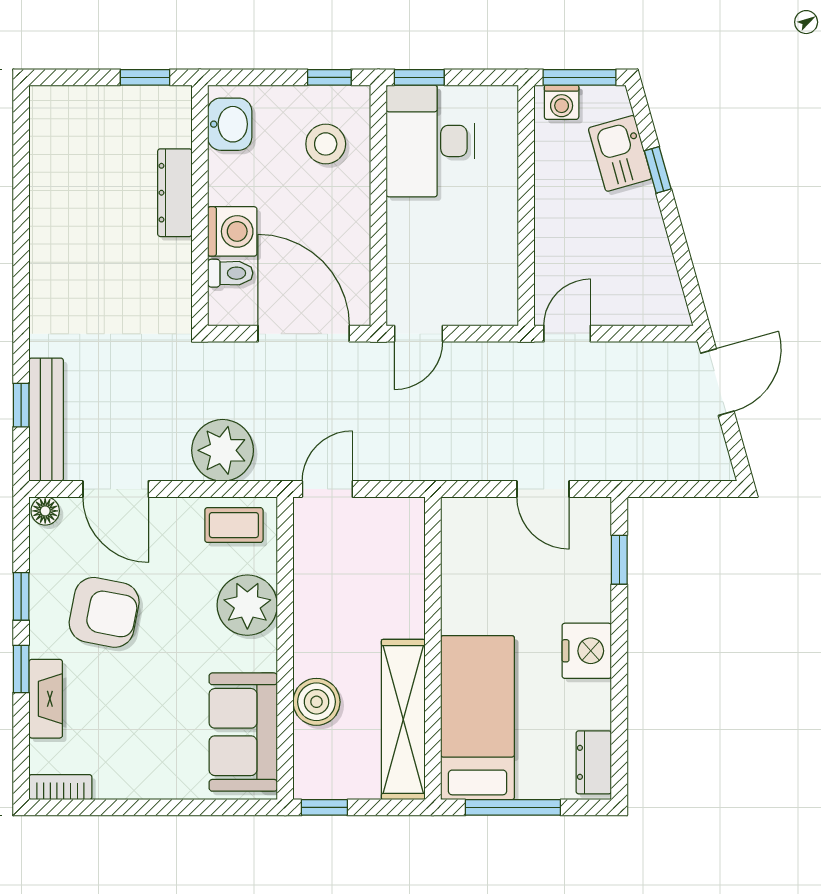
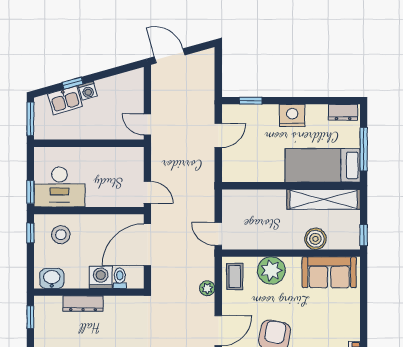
washing machine: (562, 102) -> (88, 91), moved, turned 74
plant: (223, 450) -> (207, 288), width x0.53, depth x0.53

